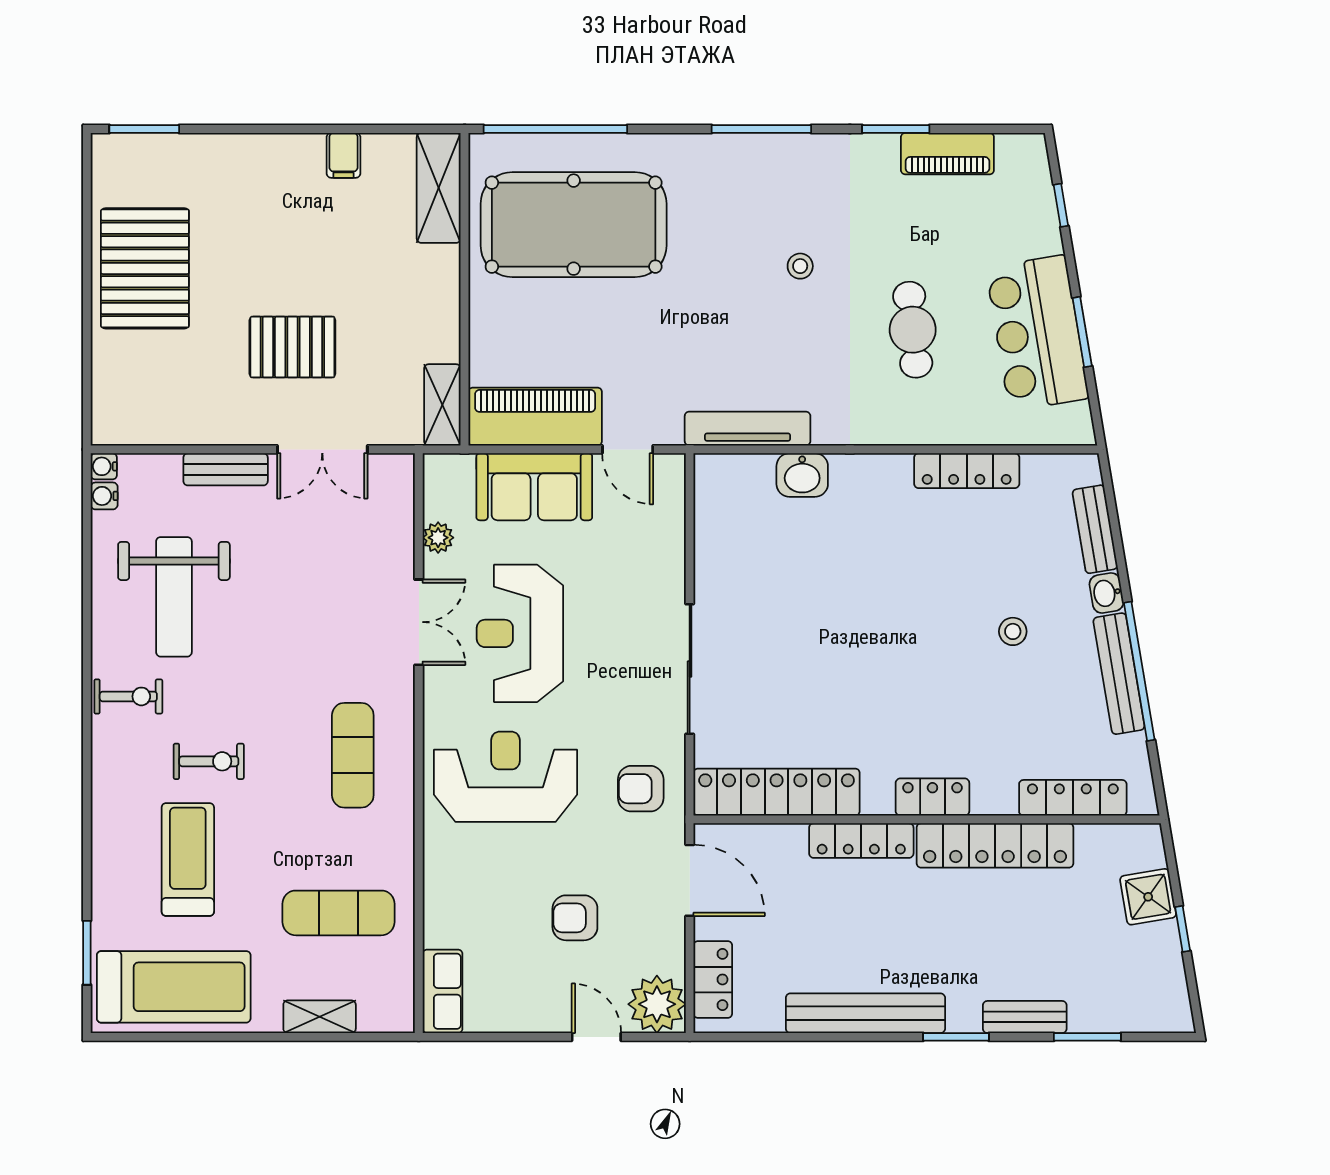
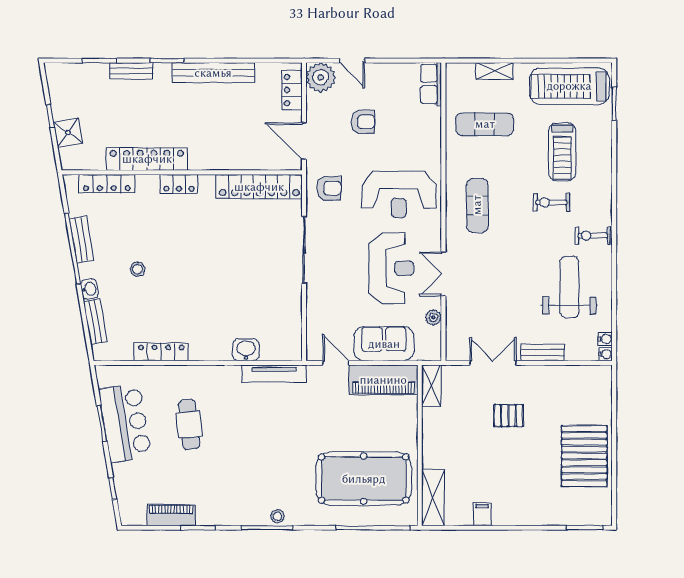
stool: (800, 266) -> (277, 516), moved
pallet: (292, 347) -> (508, 416), width x0.67, depth x0.71
bench: (1119, 674) -> (82, 239), width x0.73
locker: (861, 841) -> (216, 162), removed

